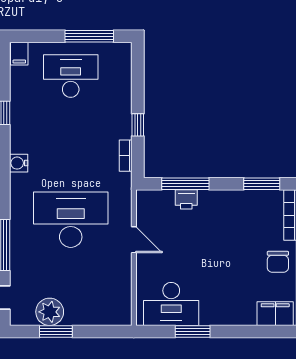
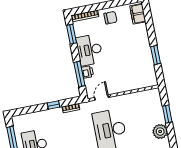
door: (134, 240) -> (101, 98), moved
desk: (171, 304) -> (89, 50), moved, turned 180
window: (56, 331) -> (167, 114), moved

